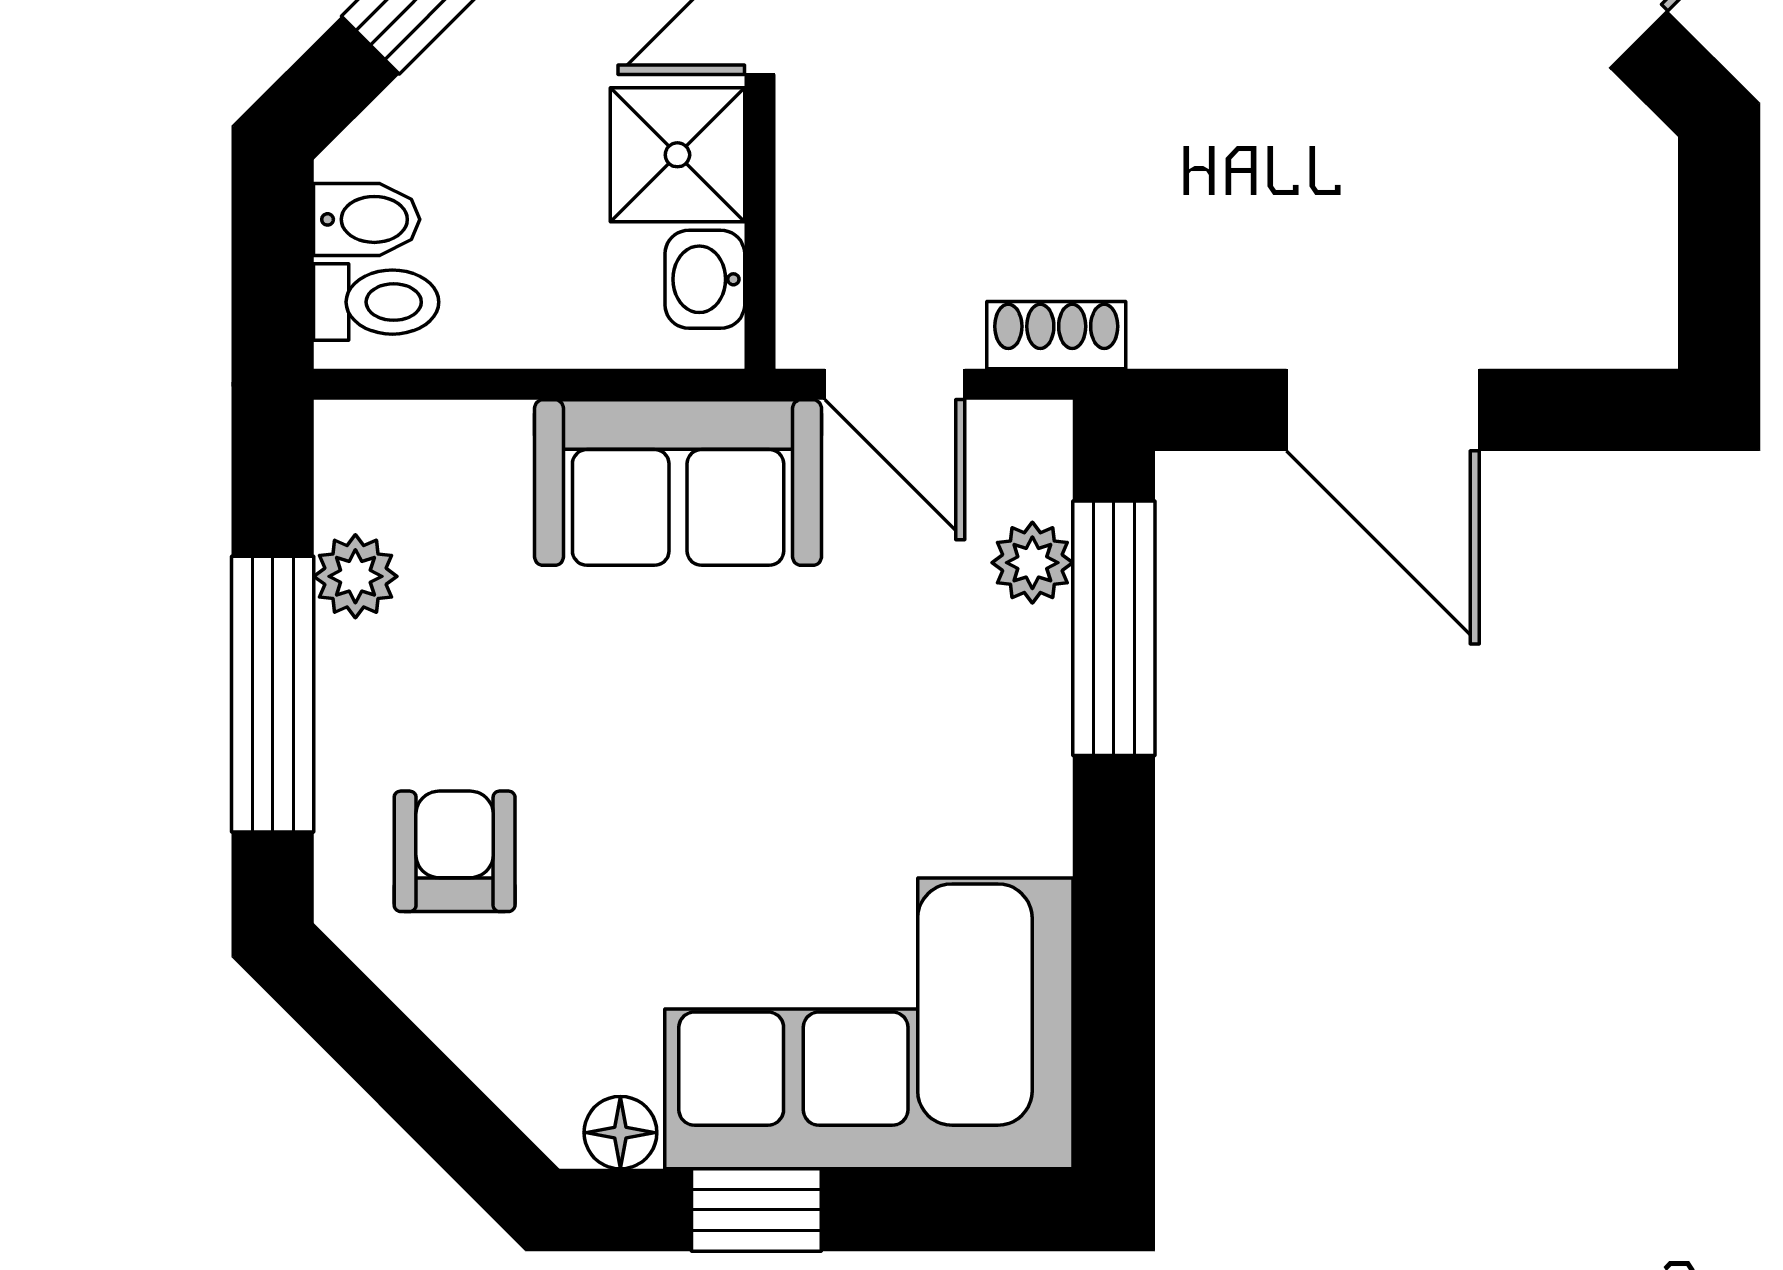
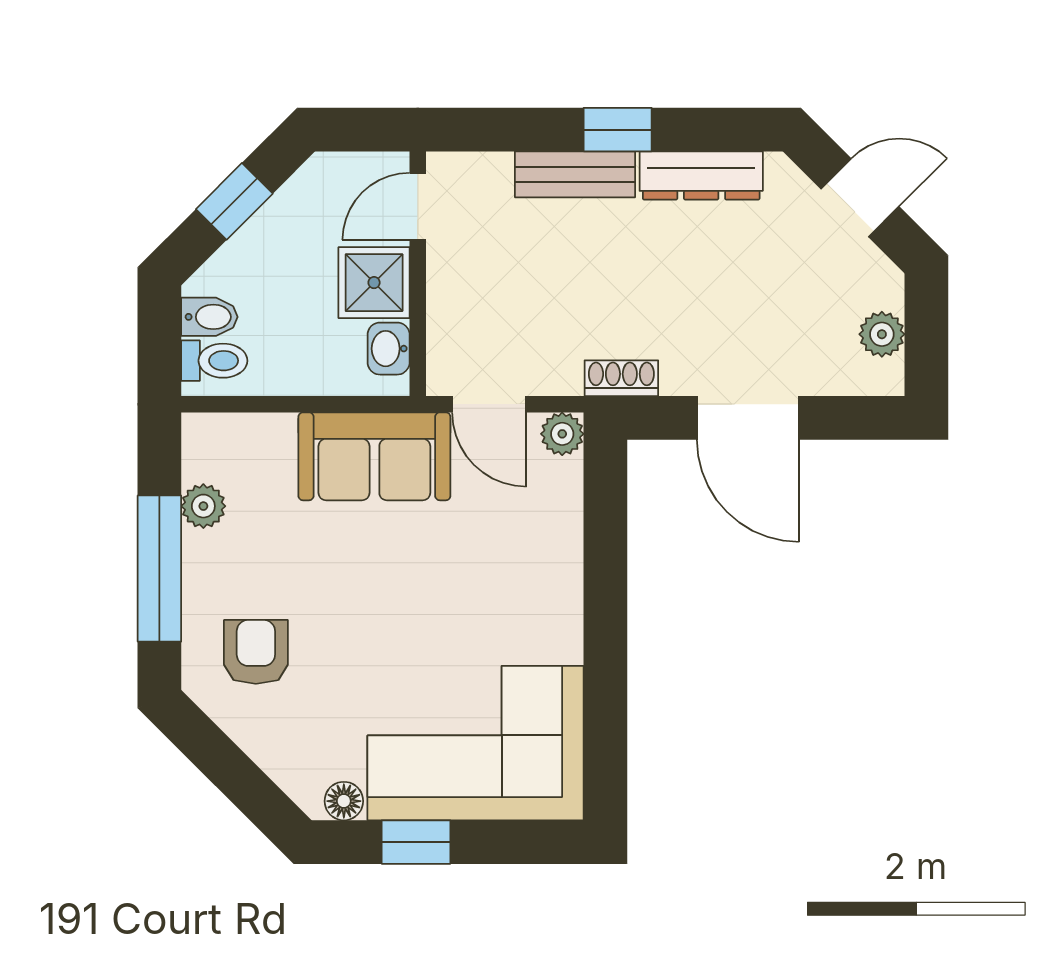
plant: (1635, 252) -> (882, 334), added
shoe rack: (1056, 335) -> (621, 378), moved
plant: (1032, 563) -> (562, 434), moved
window: (1114, 628) -> (605, 534), removed

